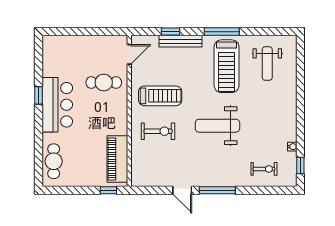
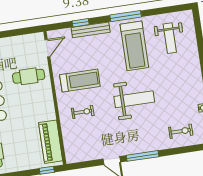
weight bench: (217, 126) -> (134, 99), turned 180
exercise bike: (158, 131) -> (83, 112), width x0.73, depth x0.72

